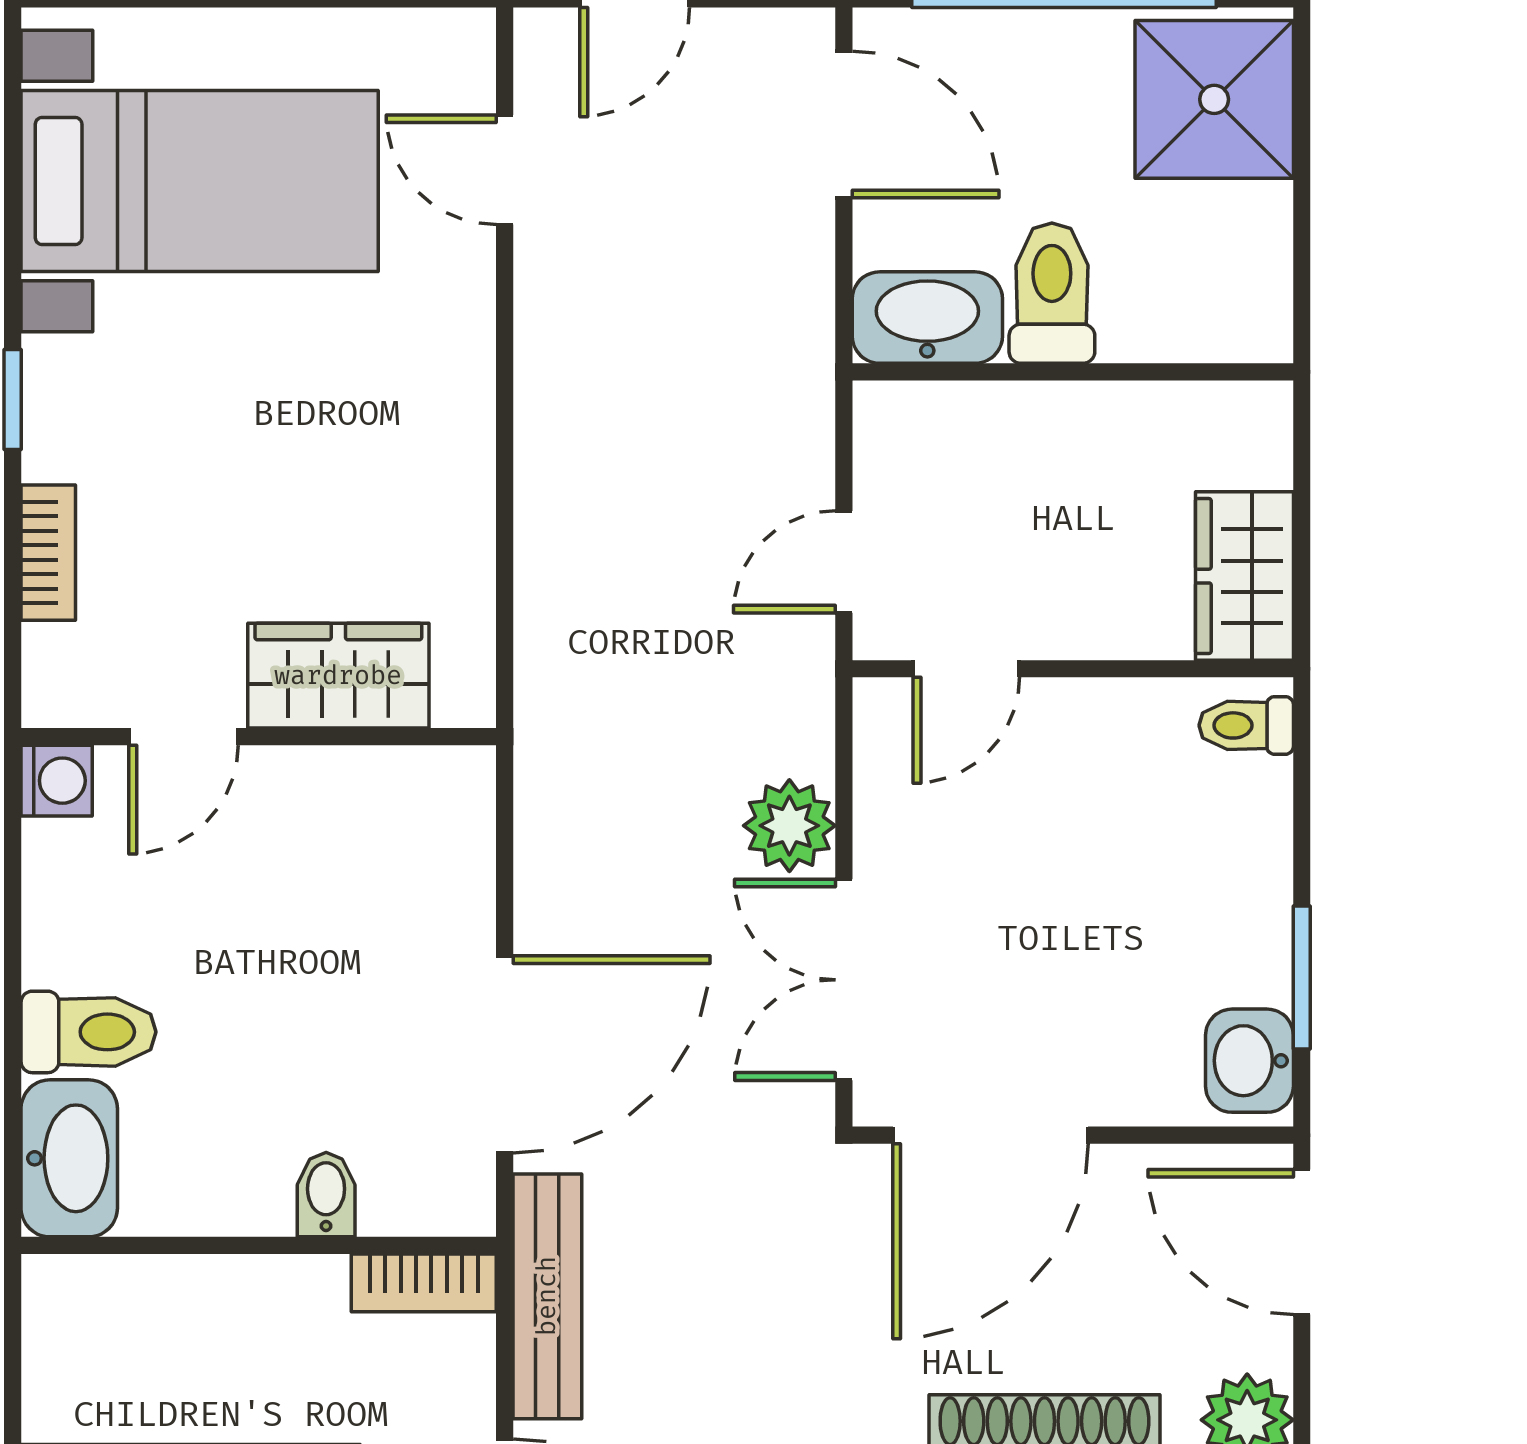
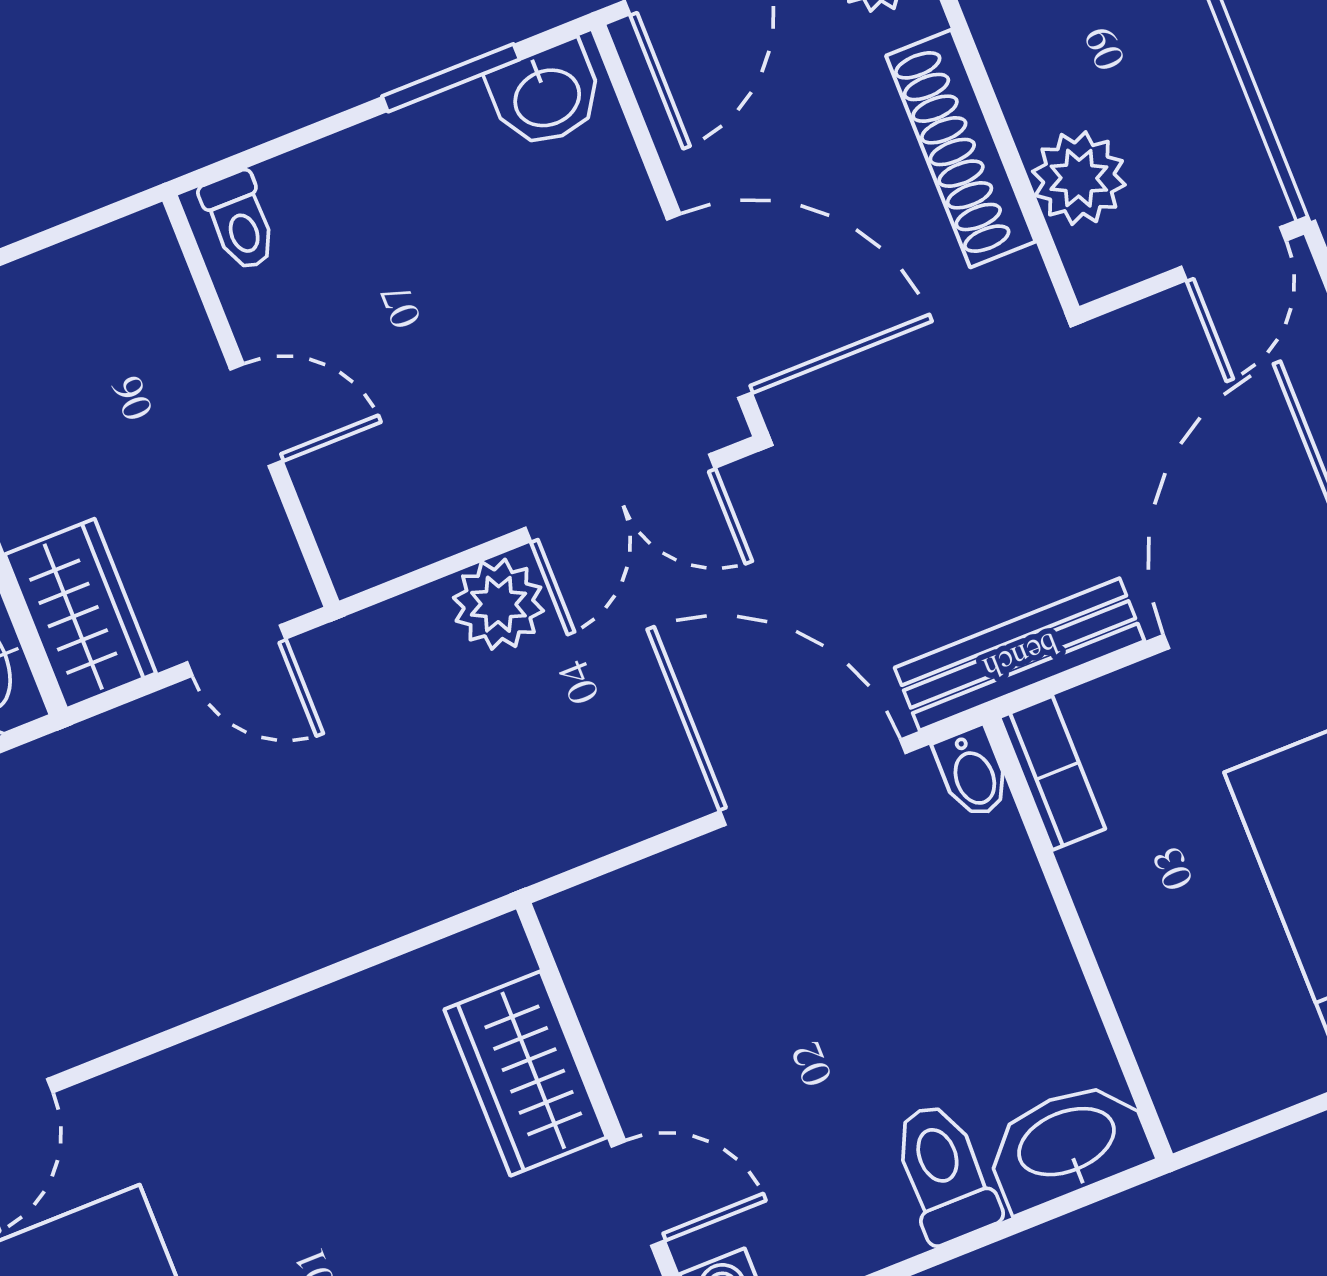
wardrobe: (1244, 576) -> (80, 614), moved, turned -90
door: (966, 669) -> (256, 415), moved
bidet: (326, 1195) -> (973, 773), moved, turned -90

